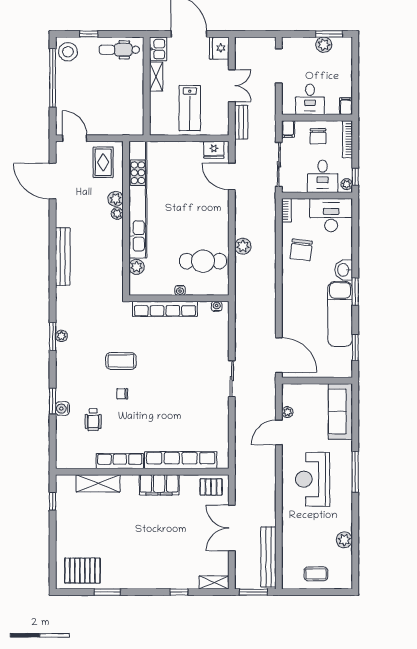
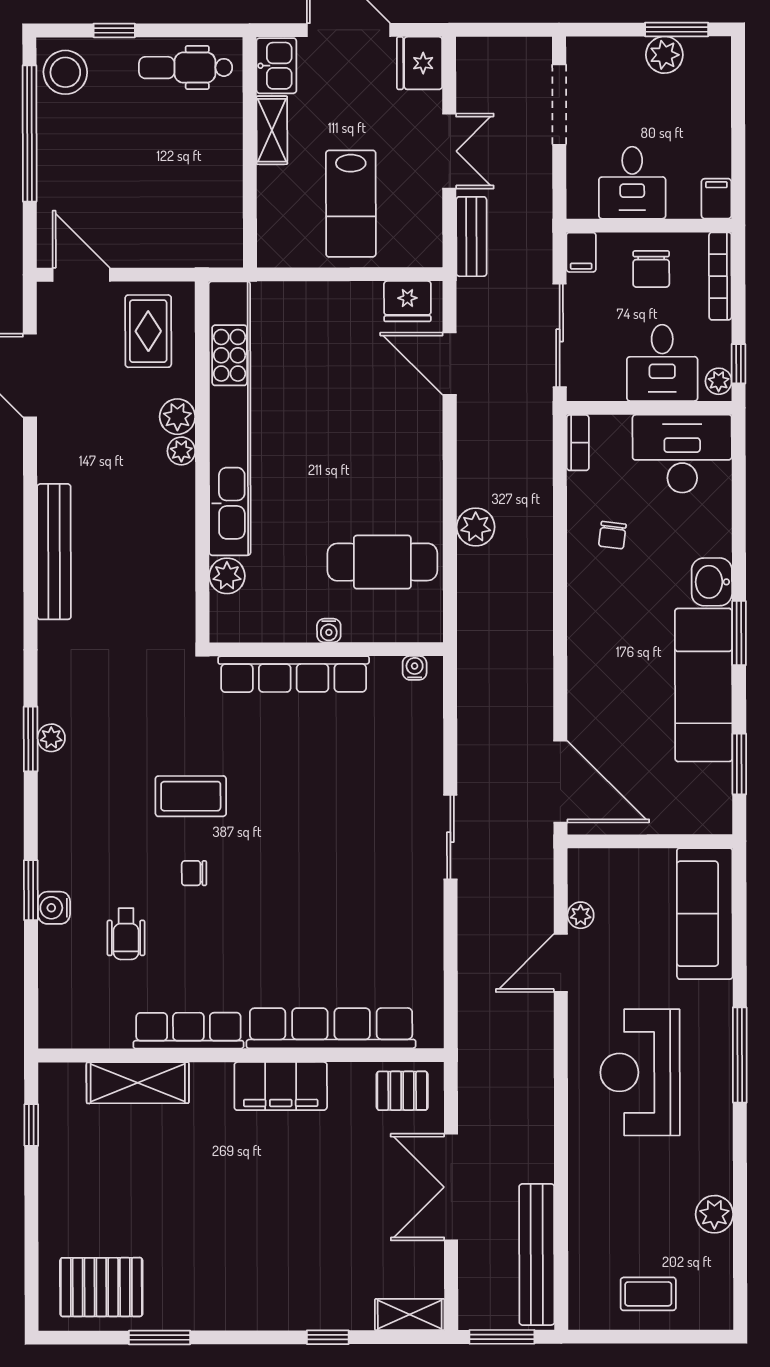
chair: (301, 250) -> (612, 535), width x0.54, depth x0.54

